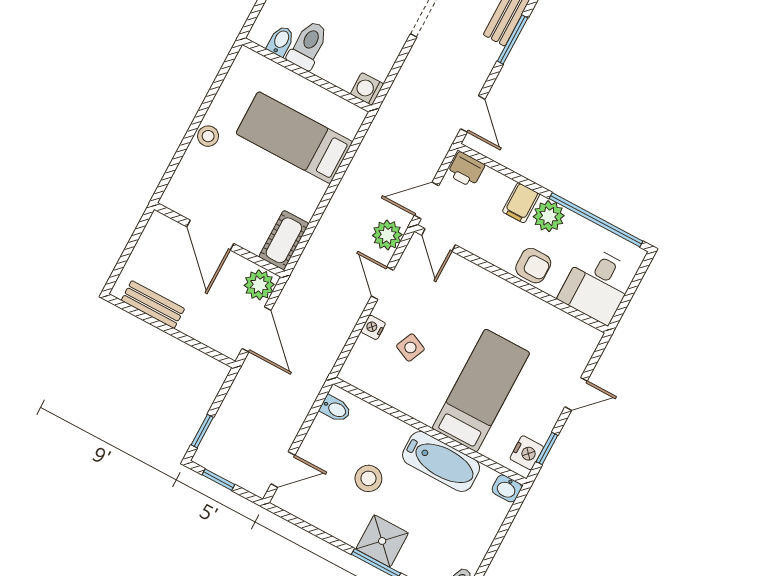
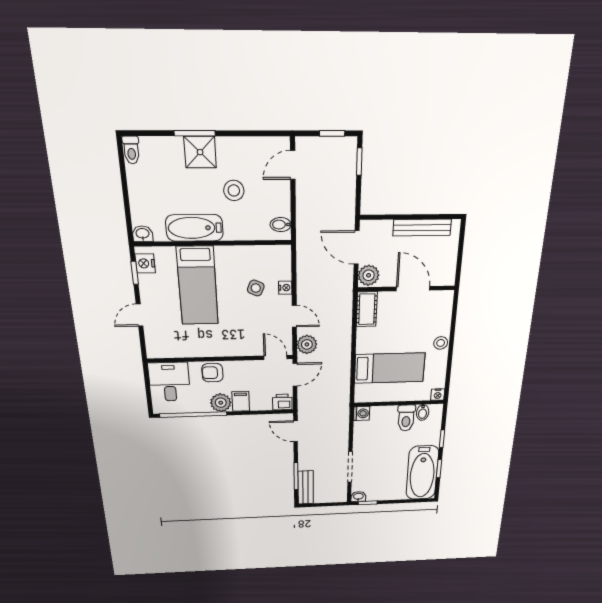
nightstand: (247, 58) -> (438, 395), added
bench: (153, 305) -> (422, 228), width x1.36

